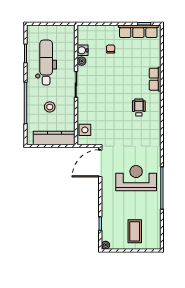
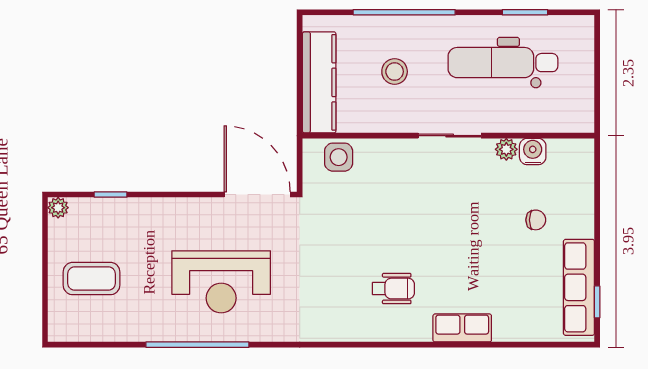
dental chair: (46, 62) -> (503, 63), turned 180
reception desk: (136, 178) -> (221, 282), turned 90

